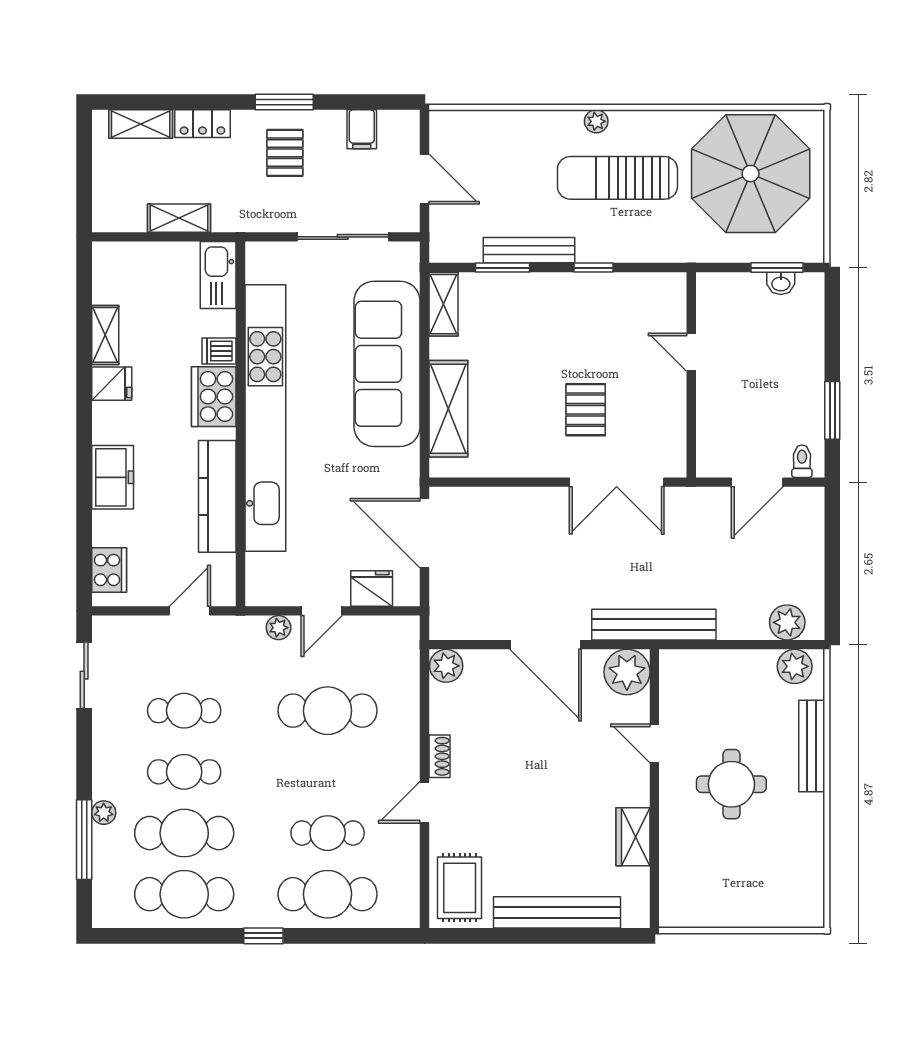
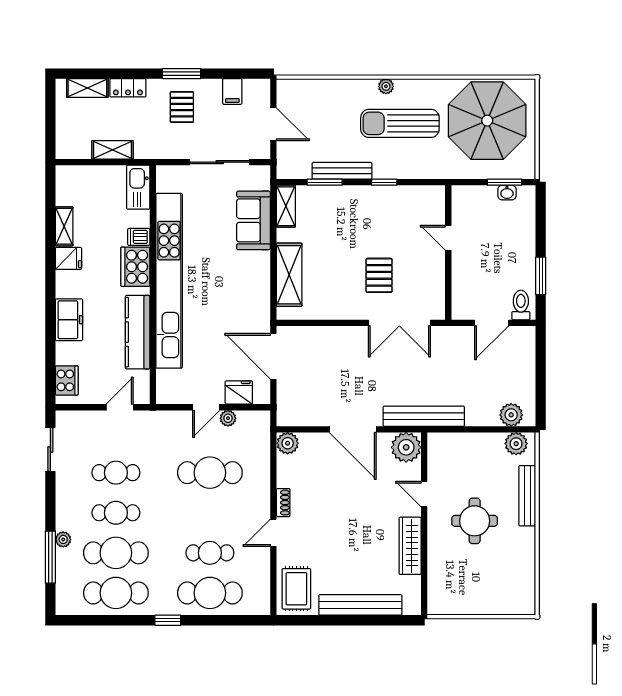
sofa: (387, 364) -> (253, 220), width x0.54, depth x0.79
toilet: (802, 461) -> (521, 305), width x1.37, depth x1.39
plant: (279, 628) -> (228, 418), moved
wardrobe: (633, 837) -> (410, 546), width x1.50

